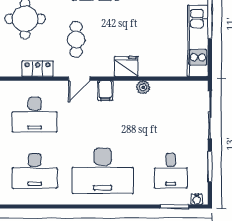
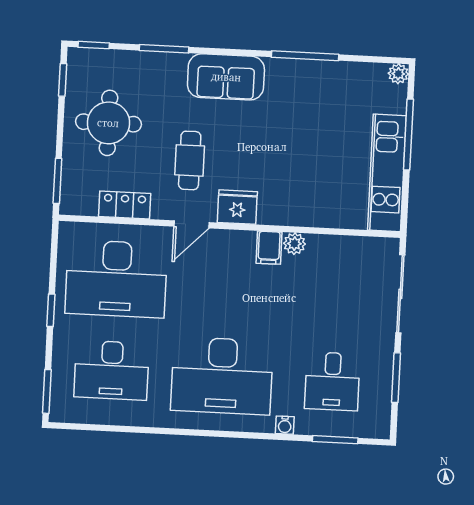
fridge: (126, 67) -> (237, 207), moved
filing cabinet: (105, 91) -> (269, 248), moved
desk: (35, 114) -> (116, 279), width x1.36, depth x1.30
water cooler: (197, 199) -> (285, 425), moved

